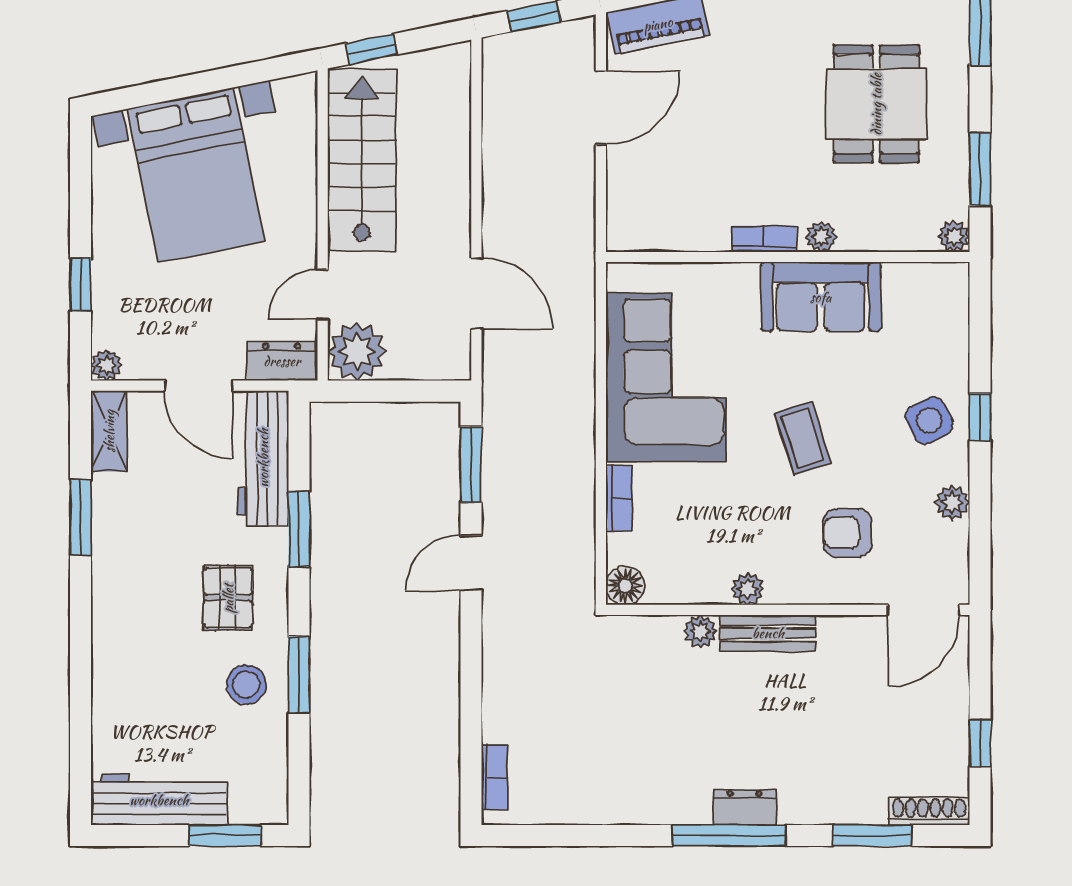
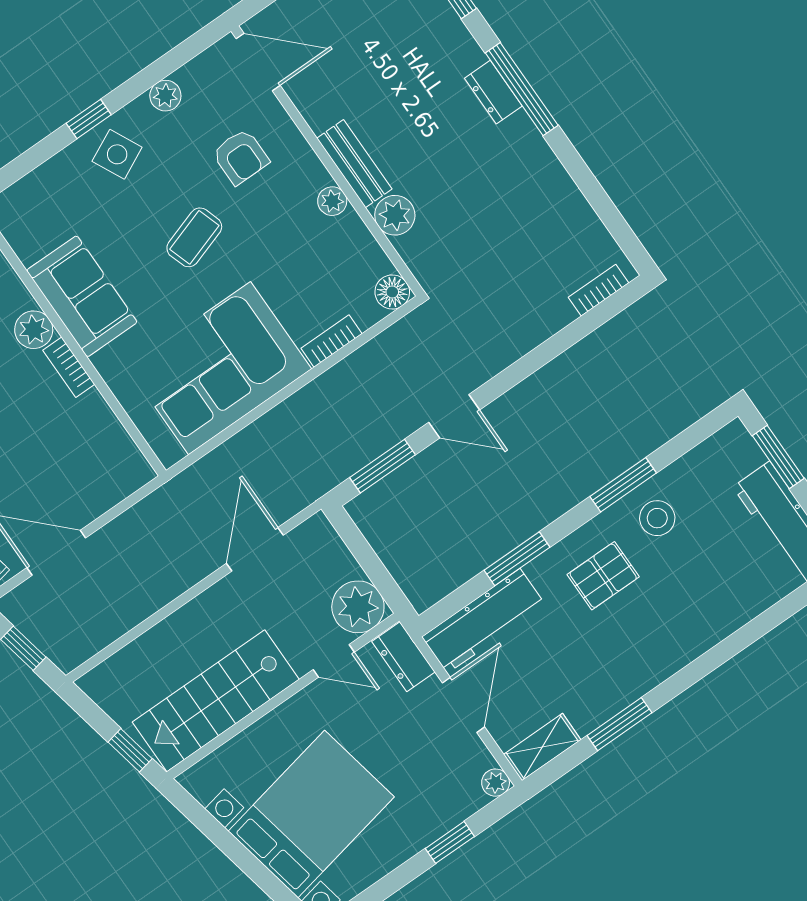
plant: (821, 237) -> (34, 330), width x1.38, depth x1.38
plant: (700, 631) -> (395, 215), width x1.38, depth x1.38

